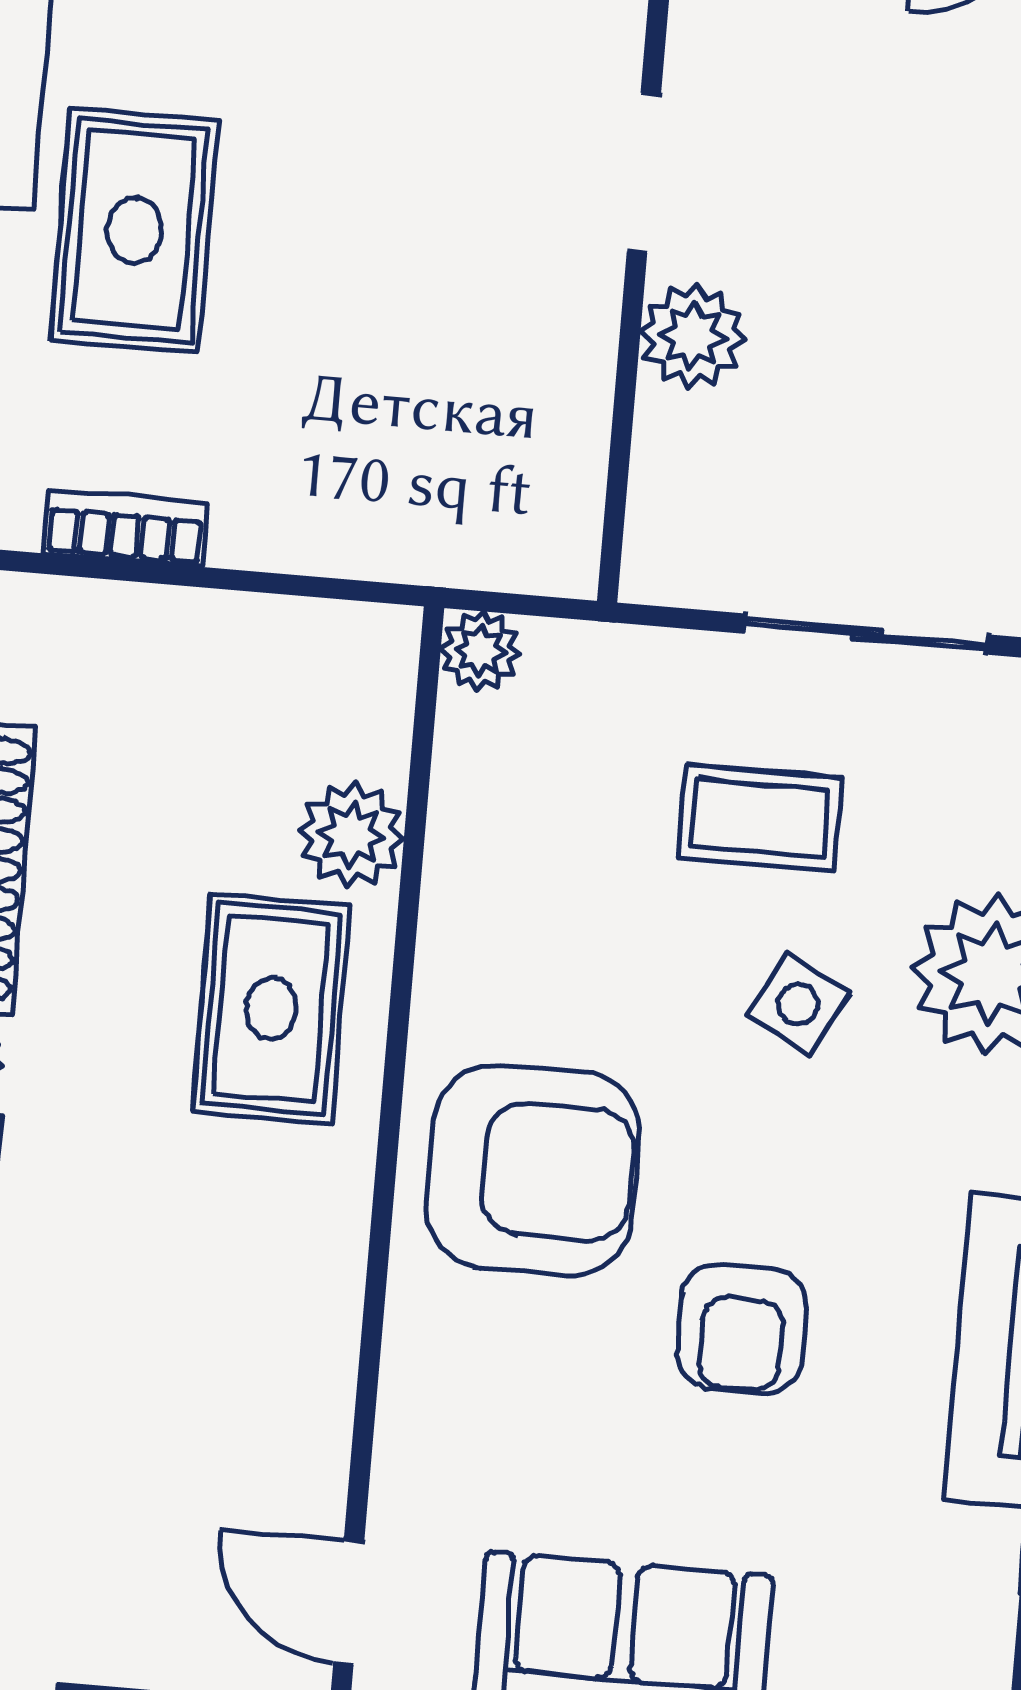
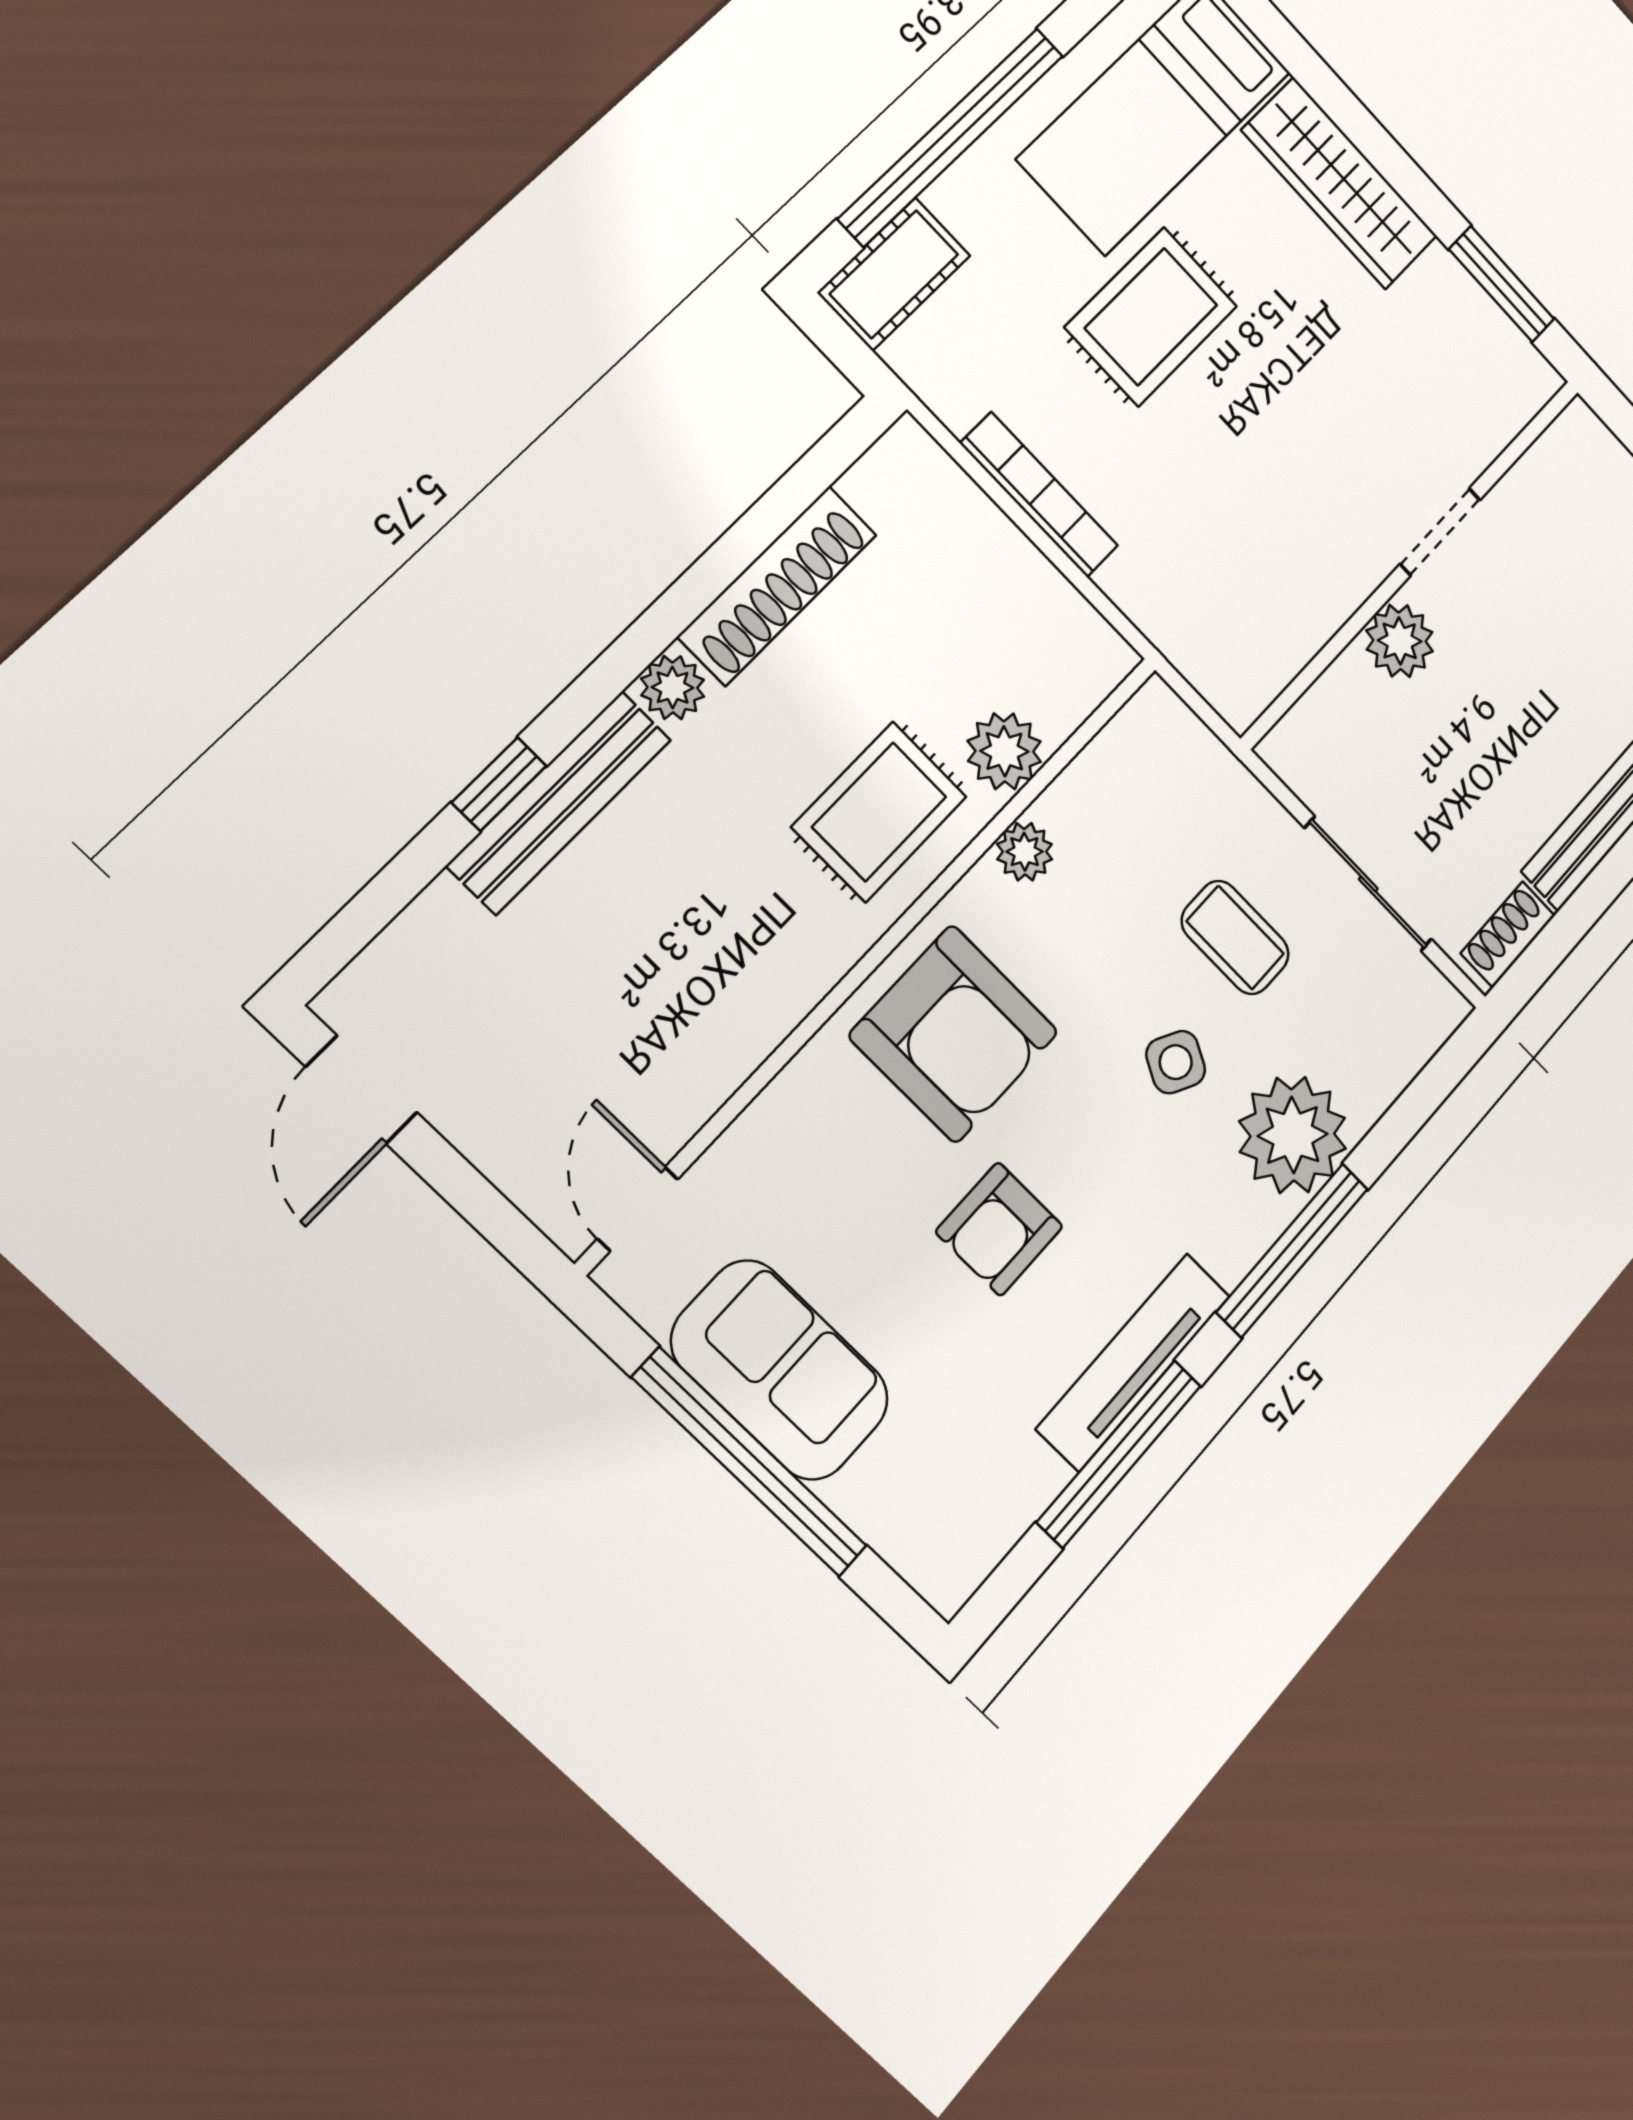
bookcase: (125, 528) -> (1039, 495), width x1.56
plant: (480, 651) -> (1025, 852), moved

